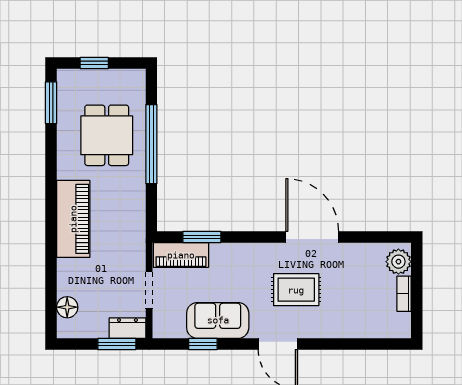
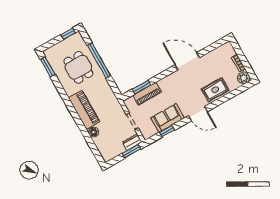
window: (94, 63) -> (68, 34), moved
piano: (181, 255) -> (147, 94), moved
plant: (398, 262) -> (244, 78), moved
rug: (296, 290) -> (215, 90), moved
floor lamp: (67, 307) -> (94, 132), moved

